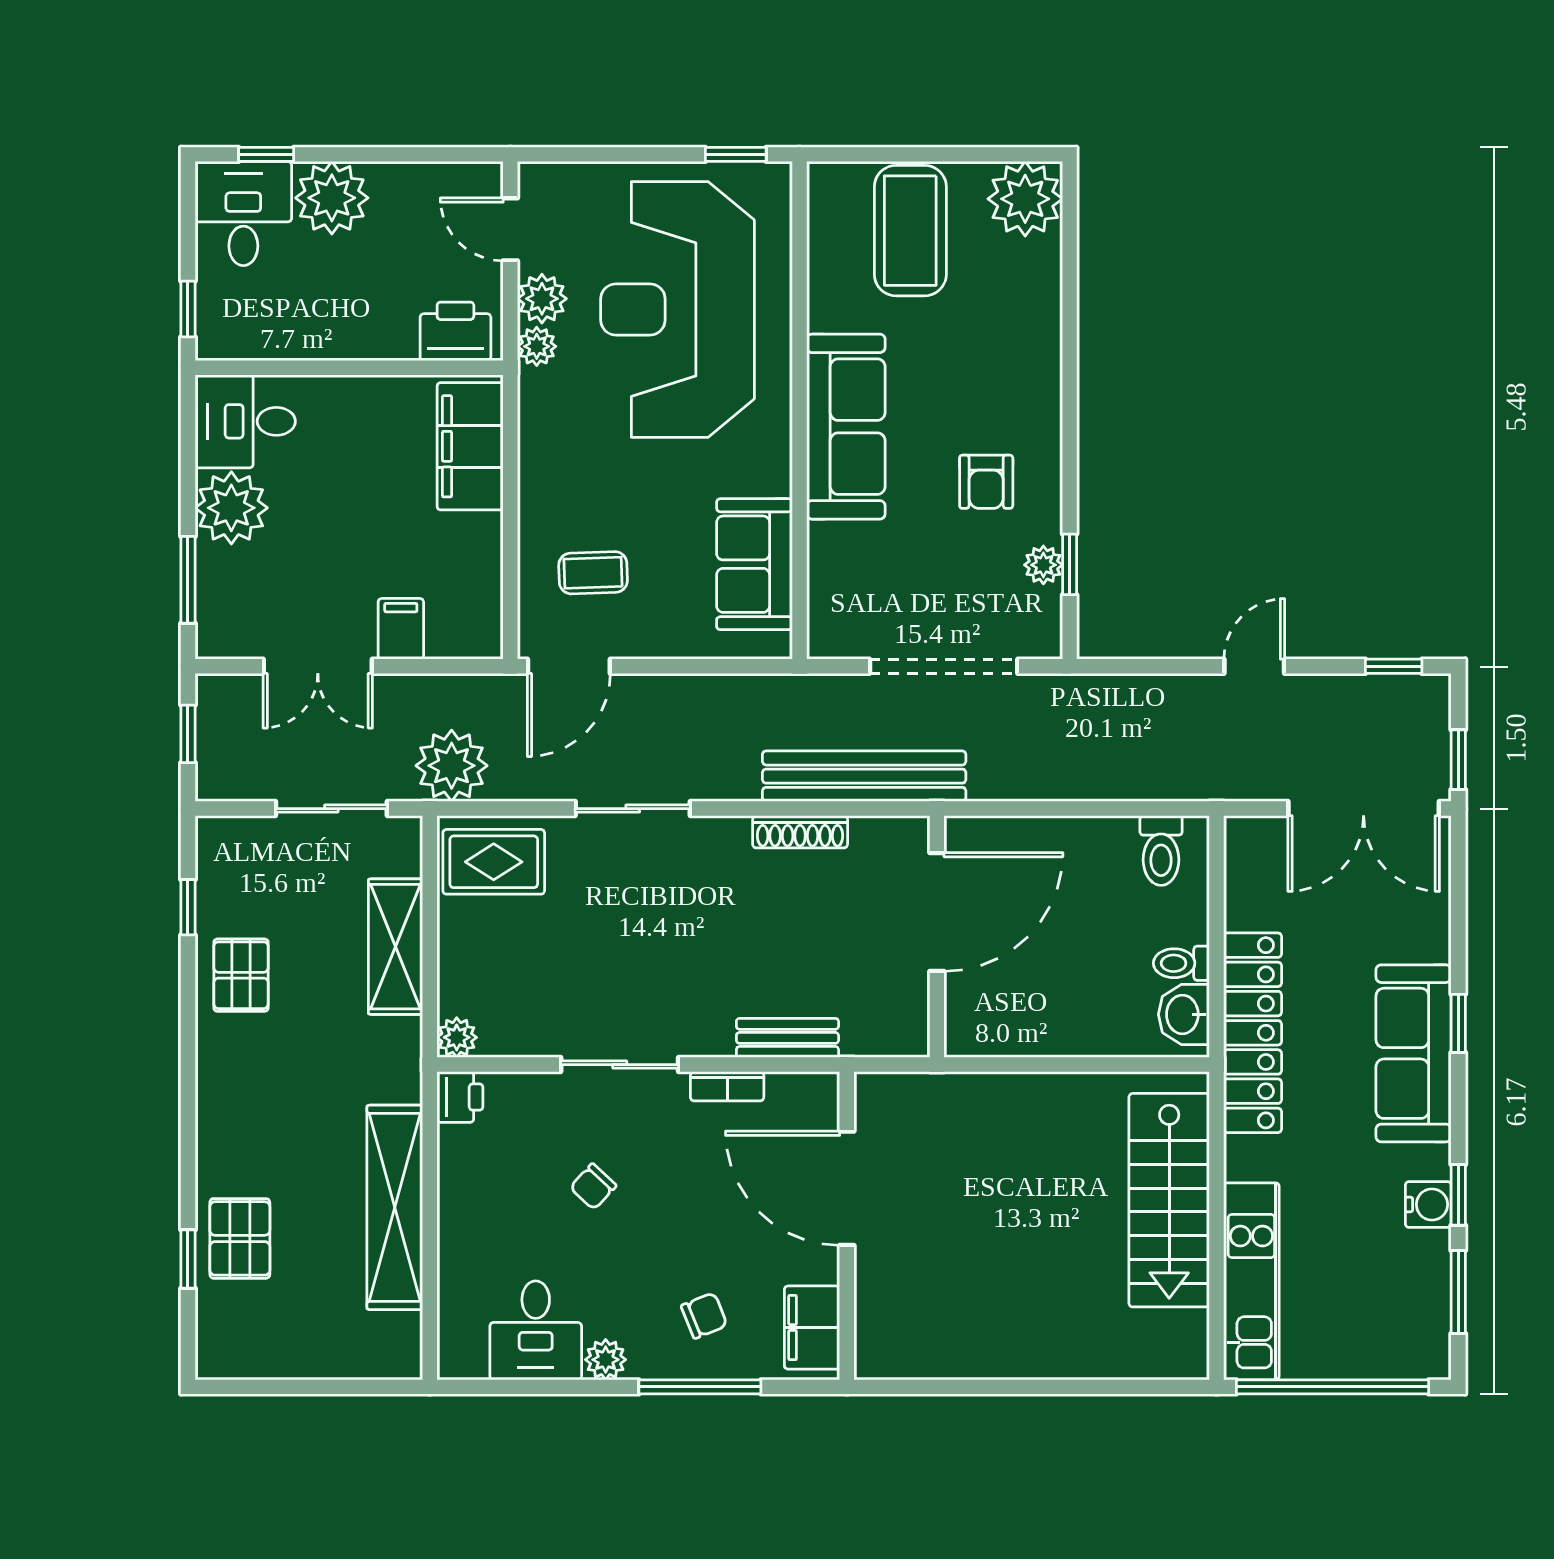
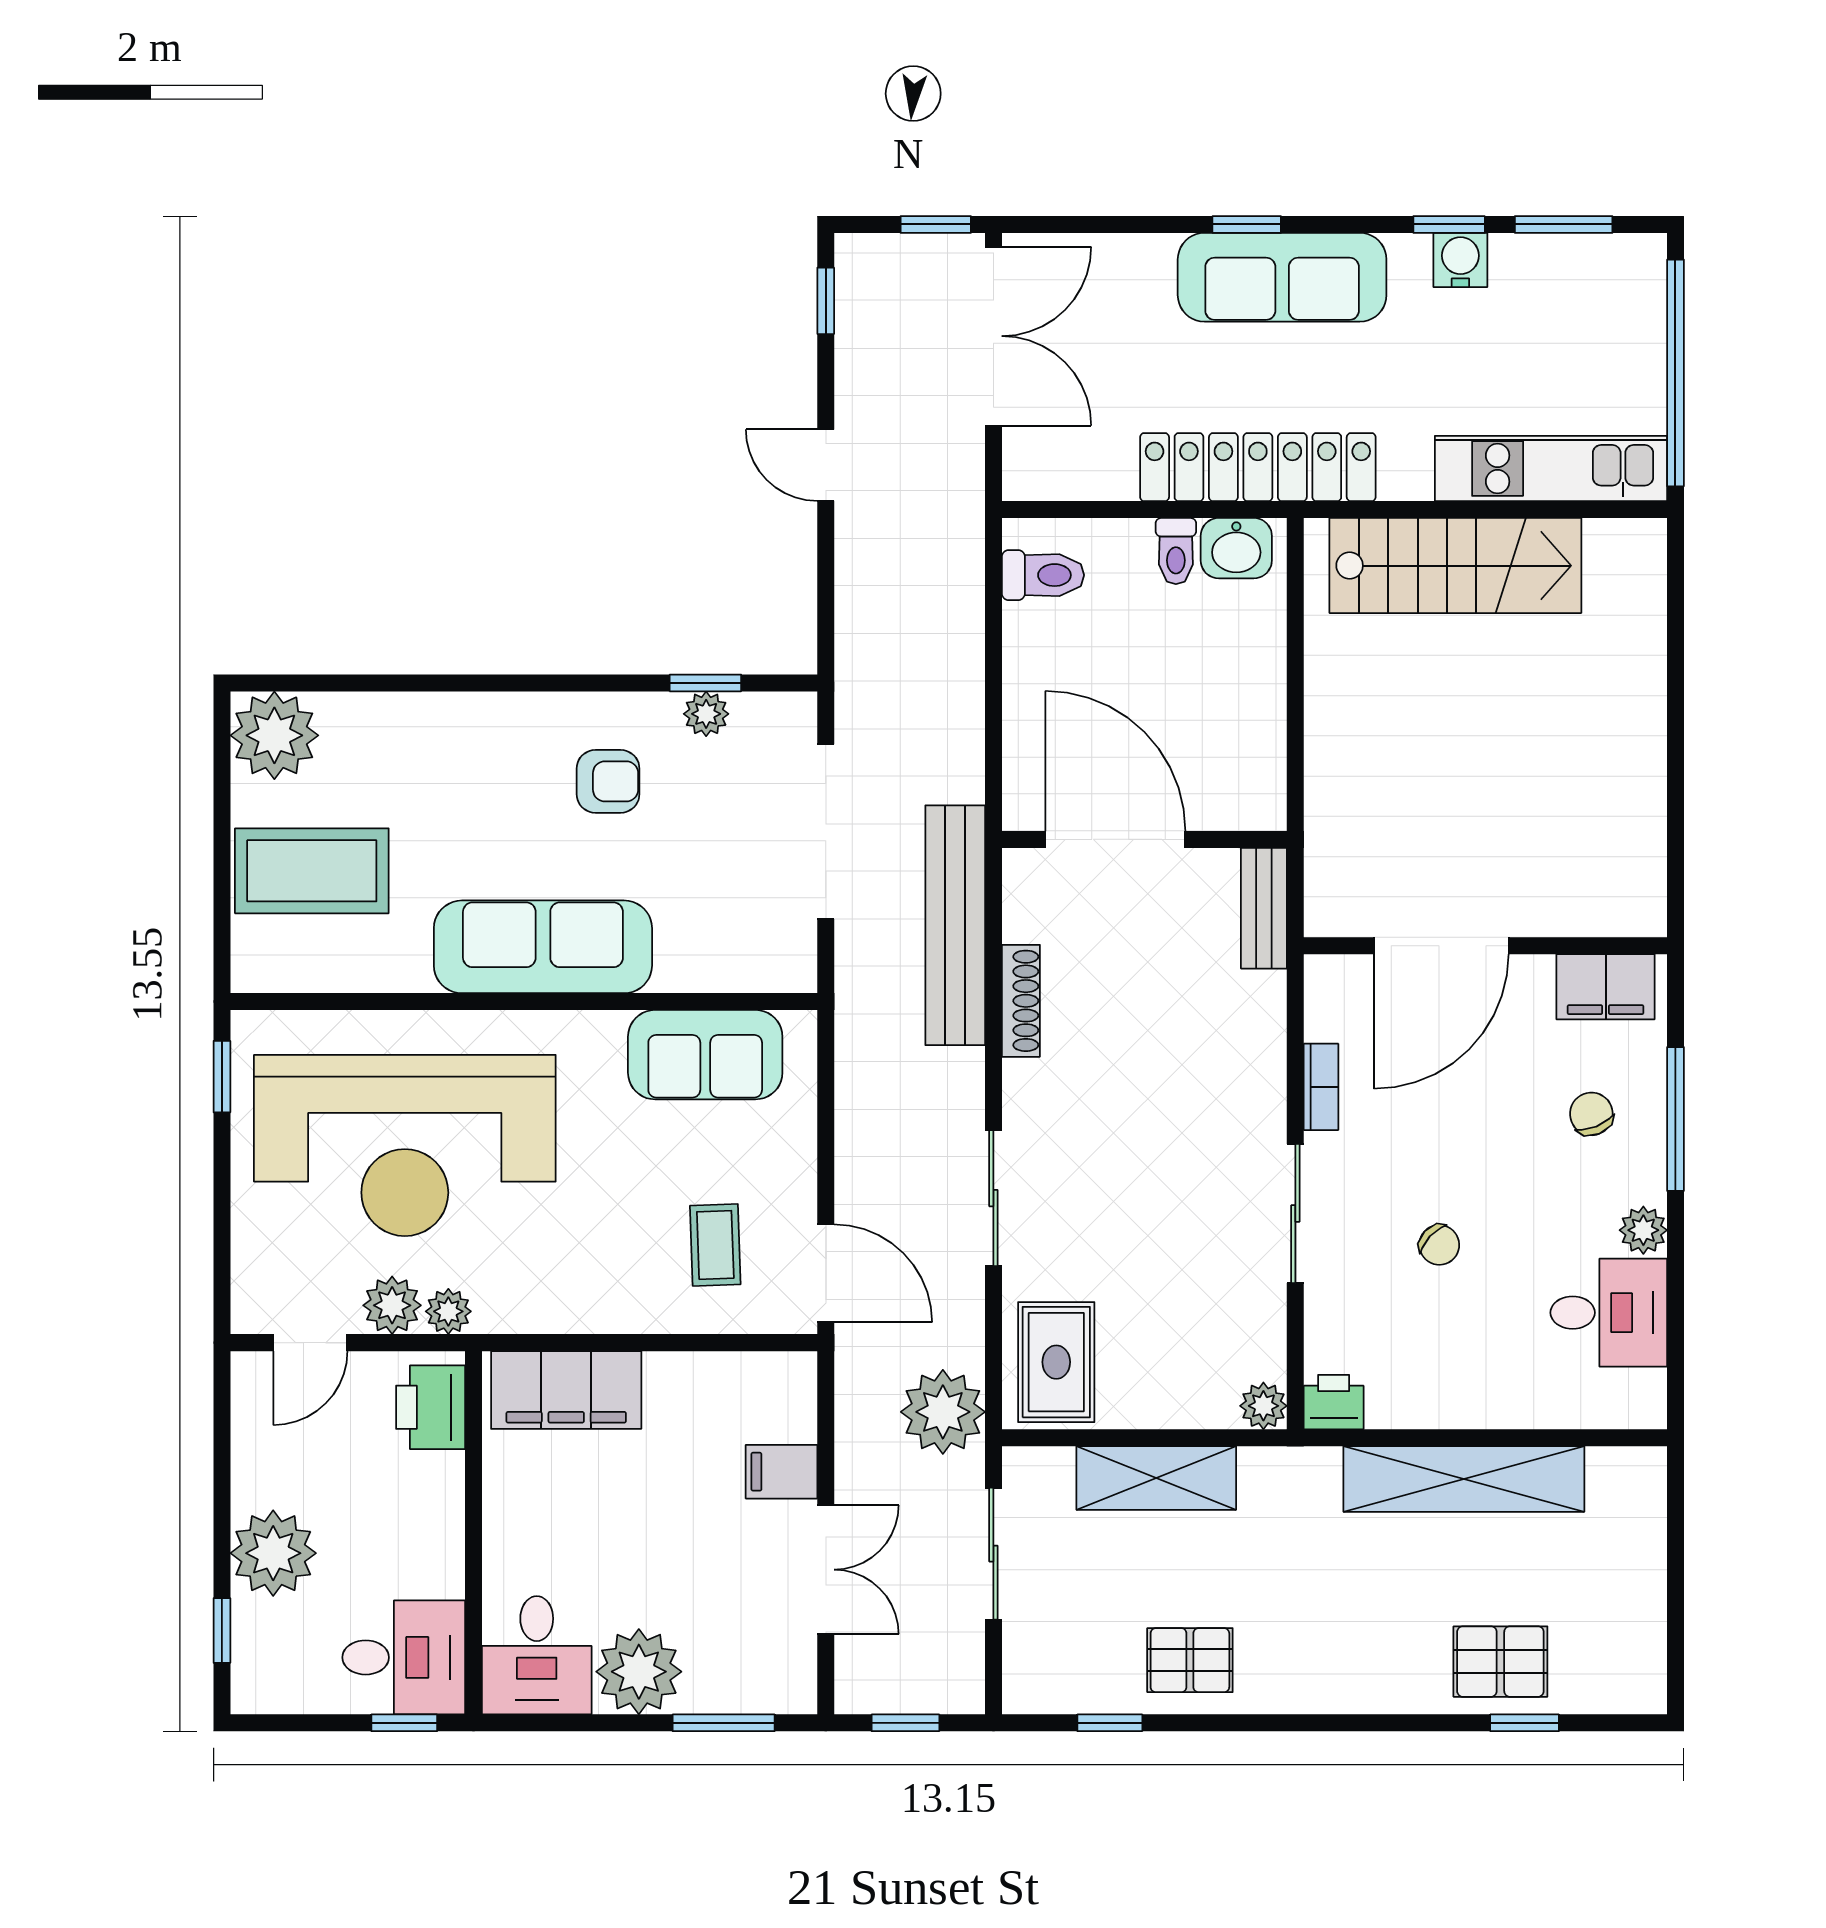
desk: (243, 214) -> (404, 1657), moved, turned 180
bench: (787, 1038) -> (1264, 908), moved

